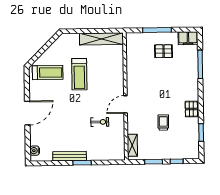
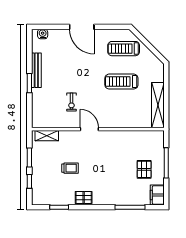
treadmill: (48, 73) -> (124, 49), turned 90

